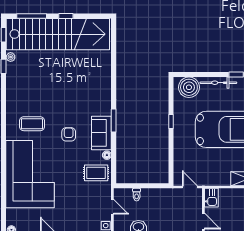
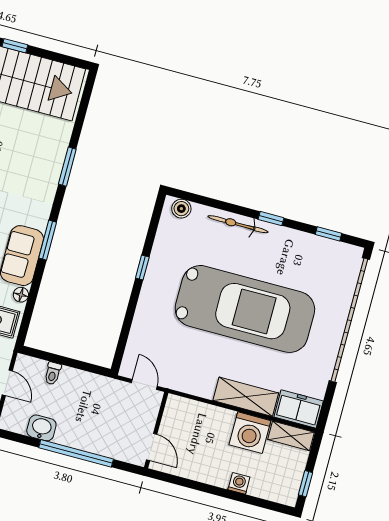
window: (114, 76) -> (67, 167), added
boiler: (189, 87) -> (181, 209), width x0.54, depth x0.54
kitchen sink: (211, 198) -> (175, 412), removed

